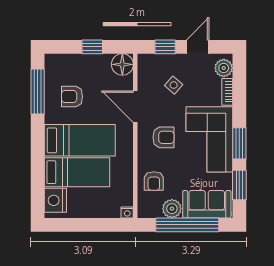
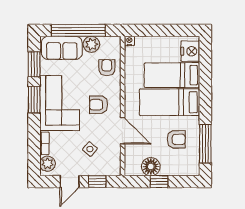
floor lamp: (122, 64) -> (151, 167), moved

